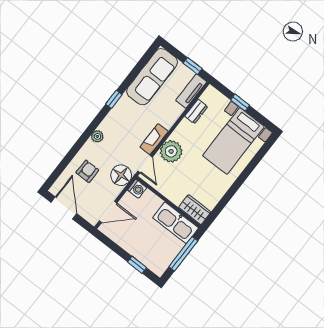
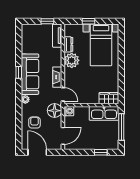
sofa: (152, 77) -> (30, 74), moved
plant: (171, 151) -> (72, 60), moved

